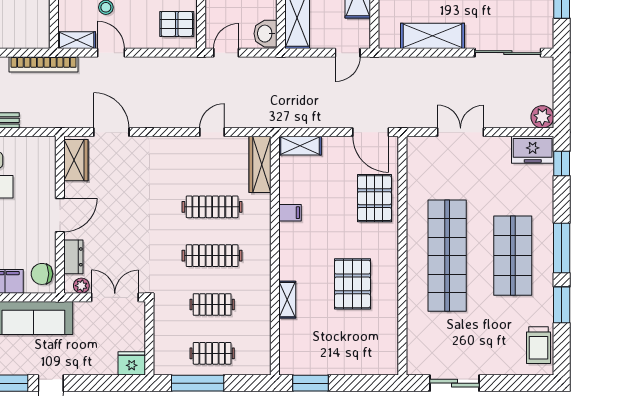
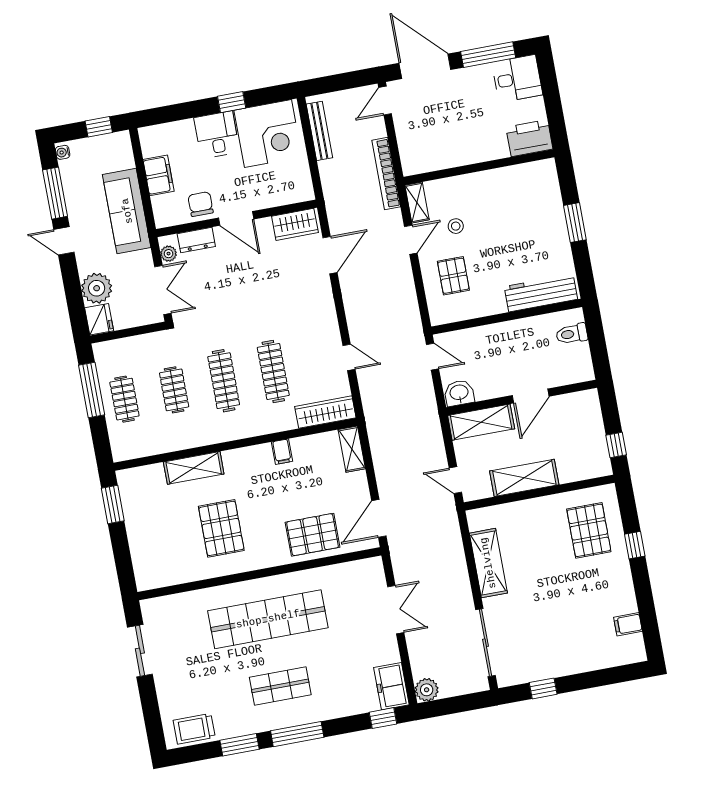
pallet: (177, 24) -> (453, 276), moved
shop shelf: (513, 256) -> (280, 686), width x0.70, depth x0.74
chair: (42, 274) -> (201, 204), moved
pallet: (352, 284) -> (221, 528), turned 90
shelving: (287, 300) -> (194, 468), width x1.50, depth x1.33
plant: (102, 360) -> (97, 288), added

